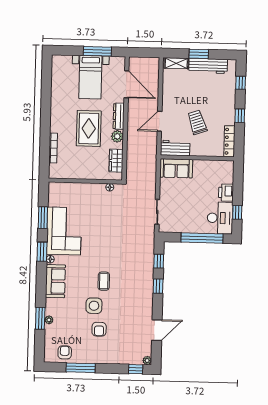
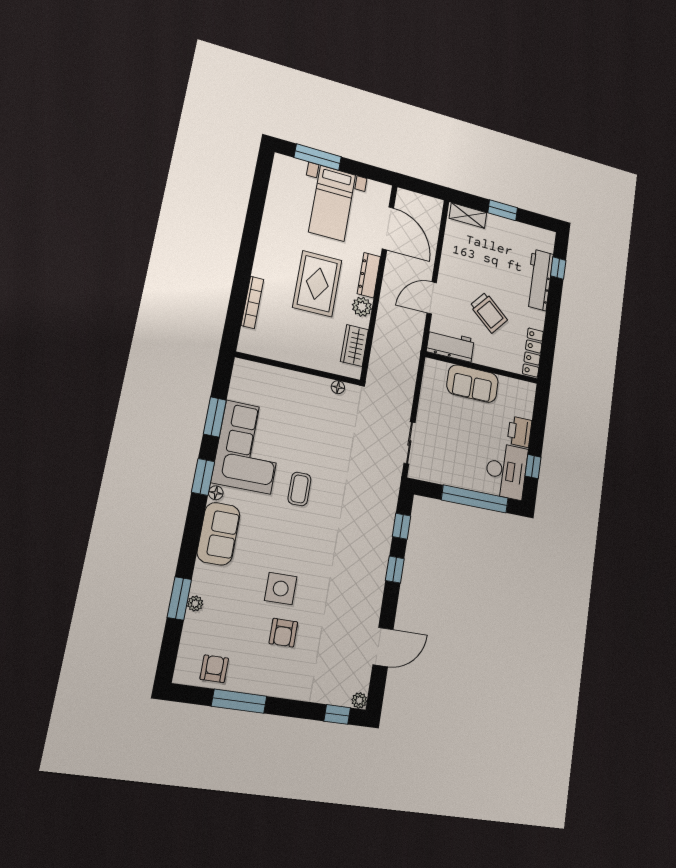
window: (97, 51) -> (318, 157), moved
workbench: (208, 66) -> (539, 280), moved, turned 90
window: (240, 116) -> (552, 317), removed
trolley: (197, 122) -> (489, 313), turned 149
sofa: (176, 168) -> (473, 384), moved
coffee table: (104, 281) -> (299, 489), moved

